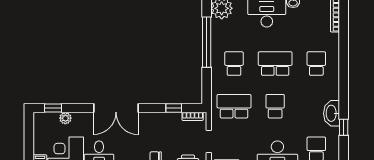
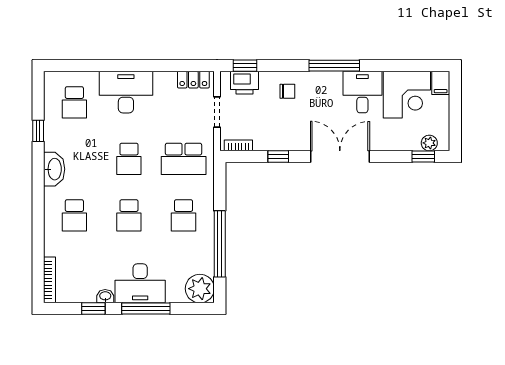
school desk: (275, 64) -> (129, 215), width x0.54
window: (174, 108) -> (278, 156), moved
washbasin: (332, 113) -> (54, 169), moved
plant: (65, 118) -> (429, 143), moved

